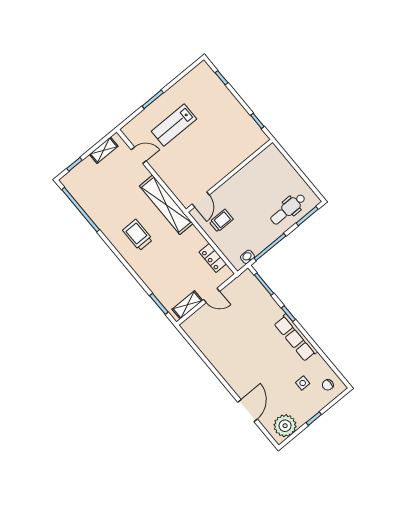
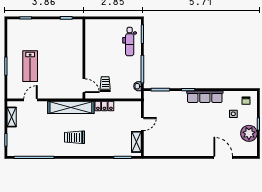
locker: (213, 258) -> (104, 106), moved
plant: (285, 426) -> (249, 133), moved

